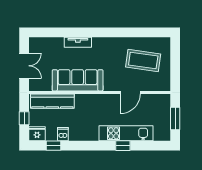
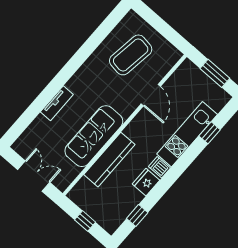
kitchen counter: (52, 101) -> (109, 160), moved
fridge: (37, 134) -> (146, 182), moved
dishwasher: (63, 134) -> (160, 167), moved
window: (123, 146) -> (210, 133), moved

